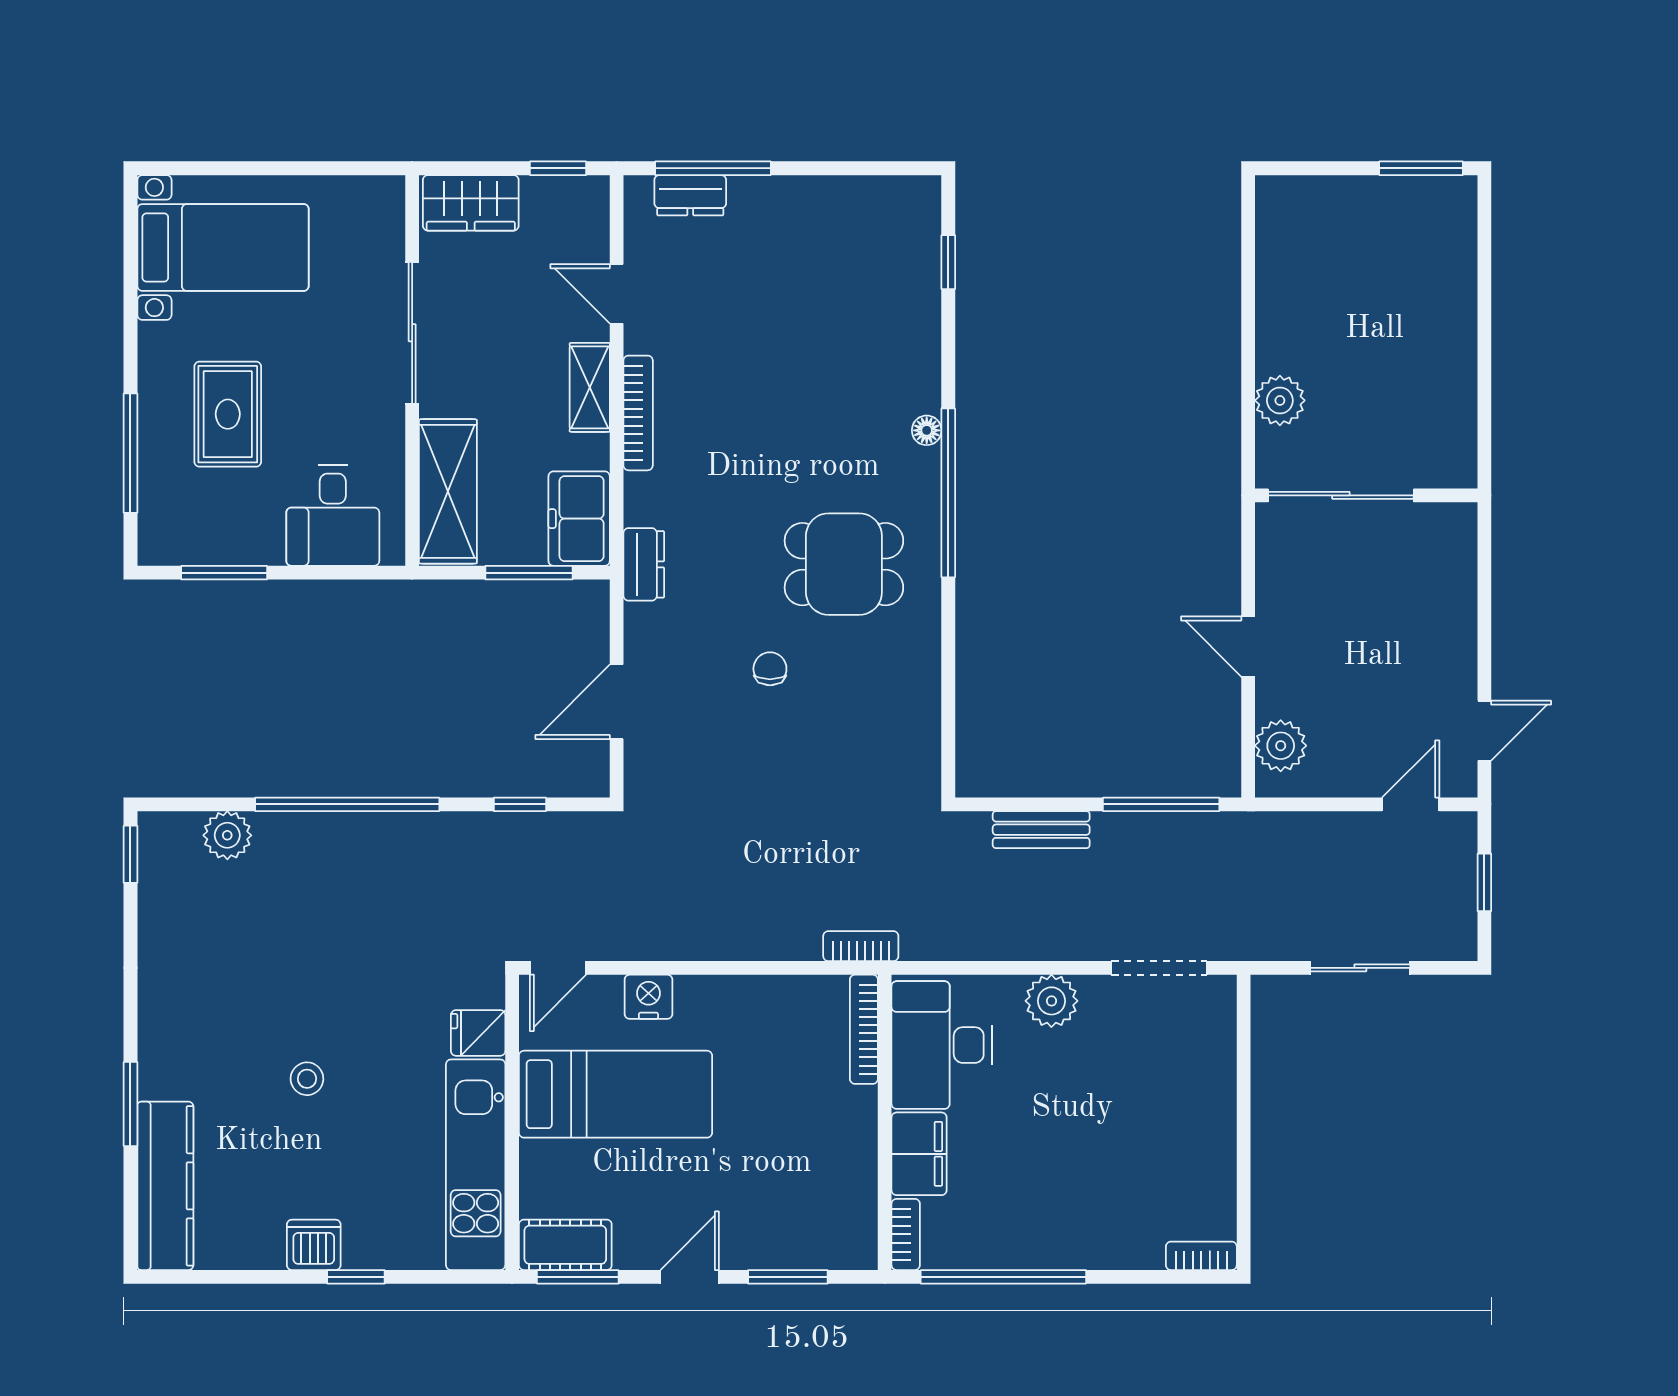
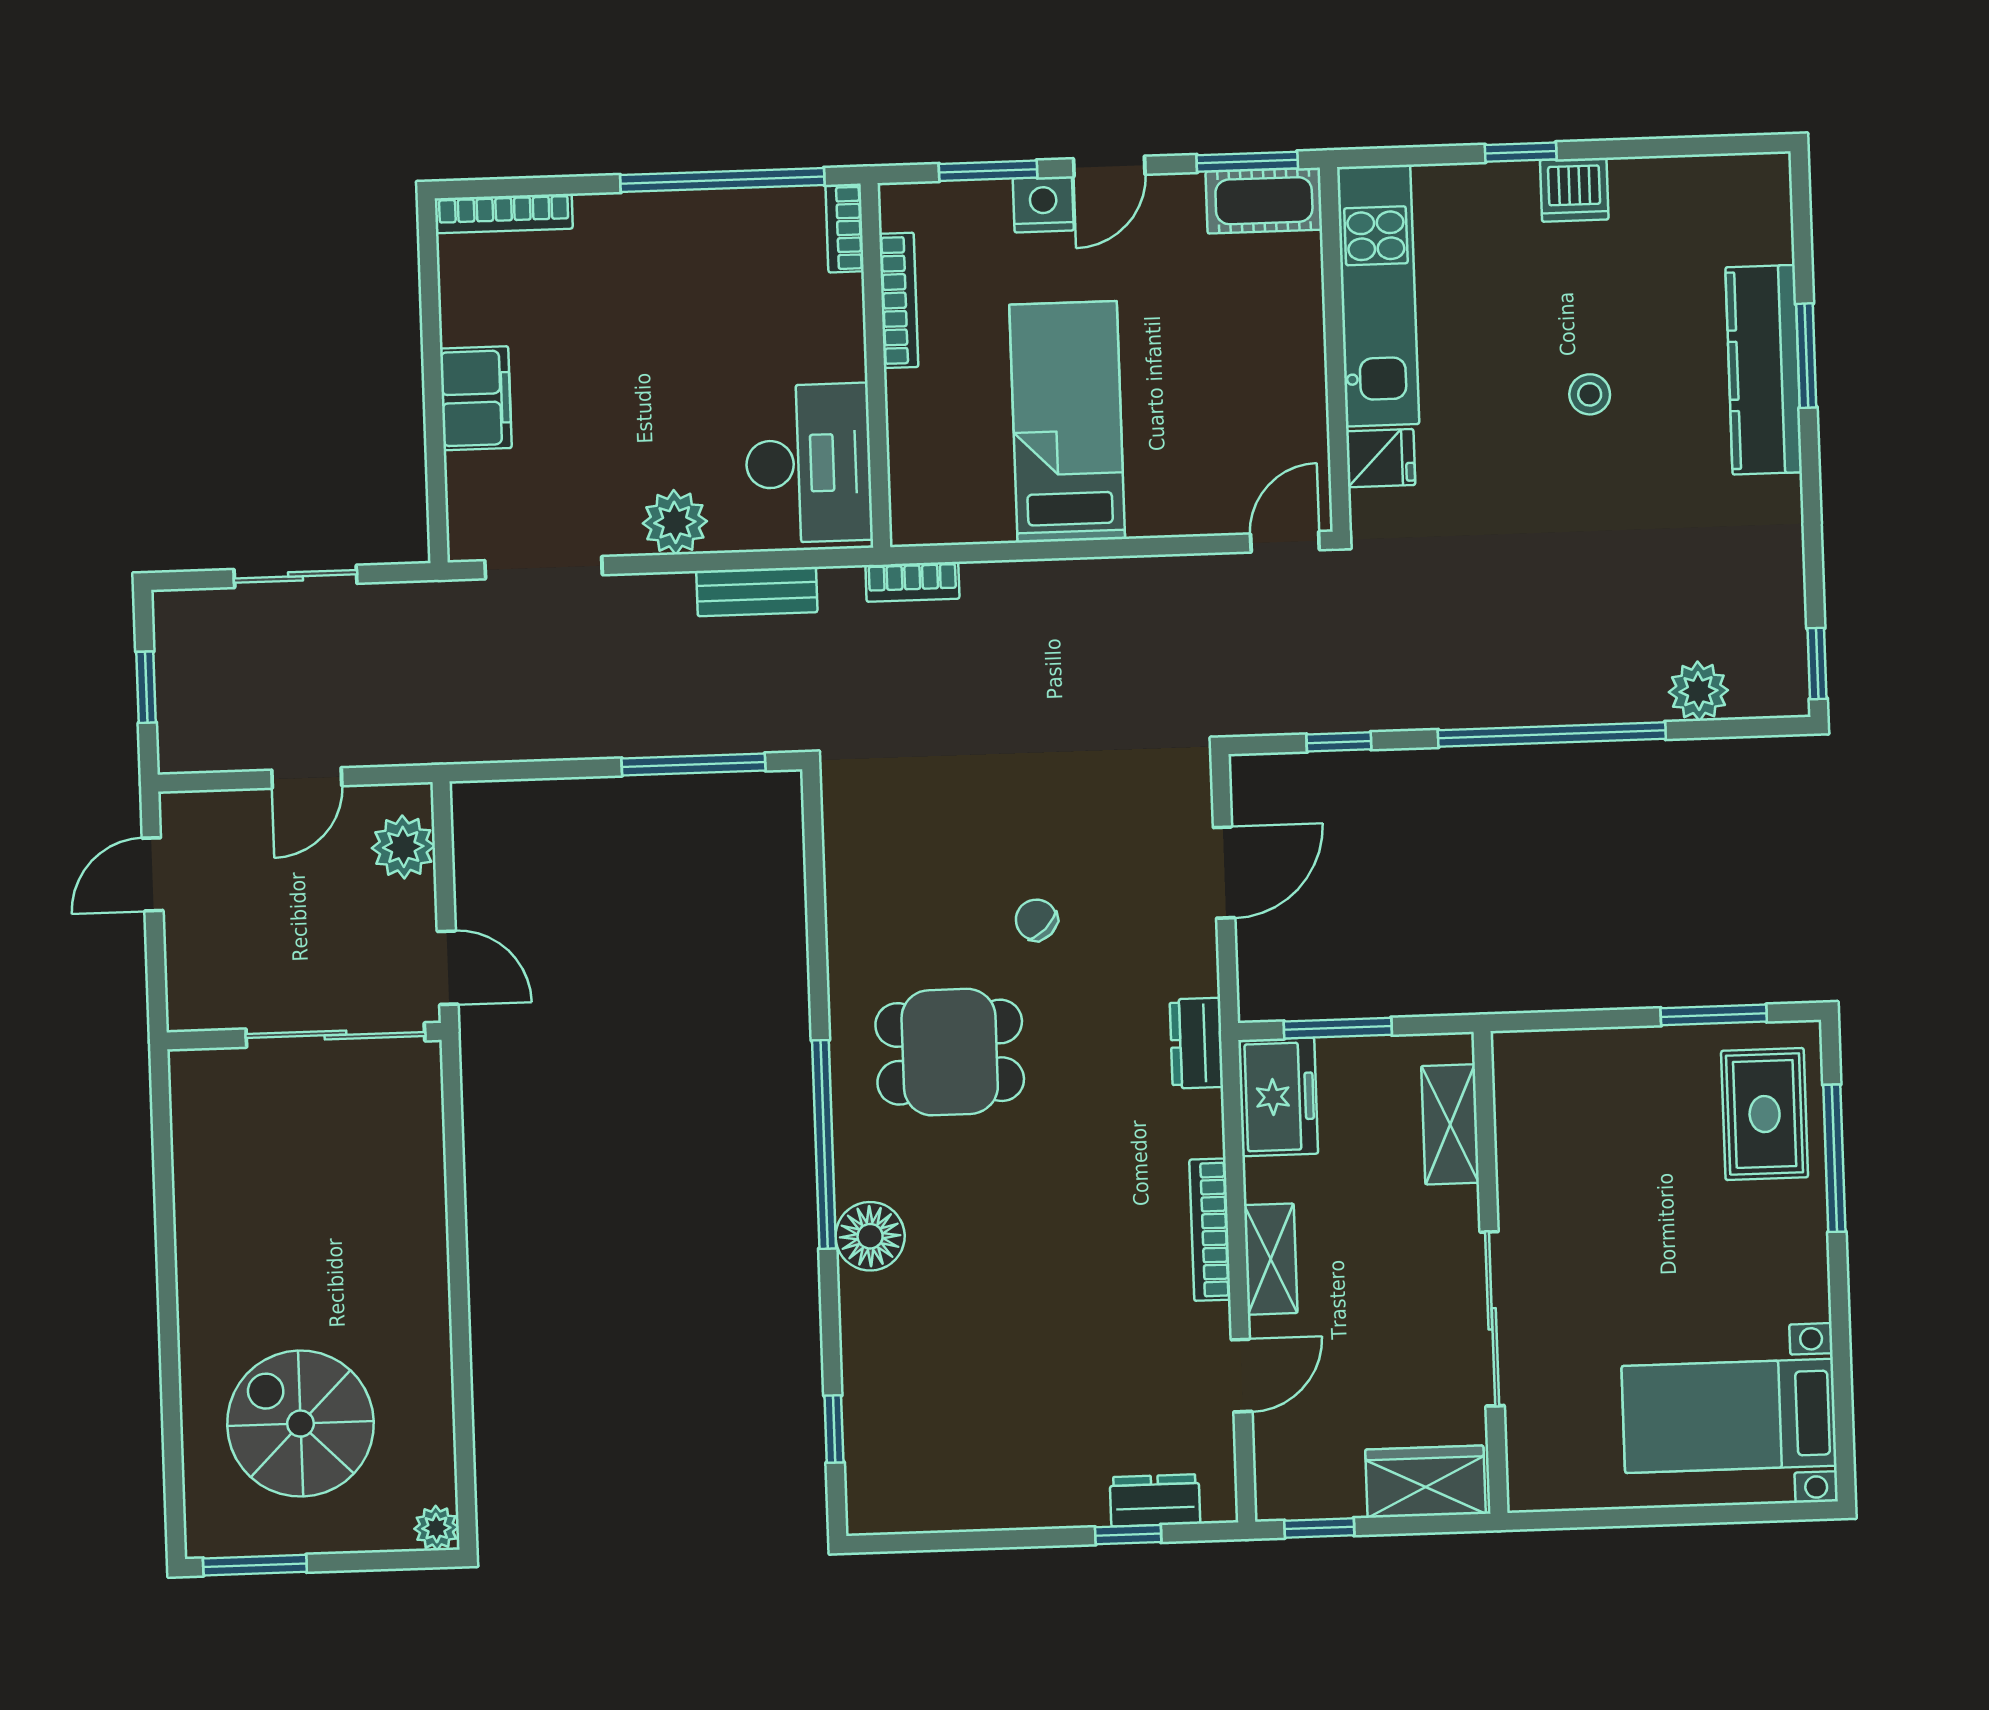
window: (713, 168) -> (1128, 1535), width x0.46
spiral stairs: (1380, 282) -> (300, 1424), added
door: (617, 294) -> (1242, 1376), hinge flipped
plant: (1280, 400) -> (436, 1528), moved, width x0.73, depth x0.73
rug: (228, 414) -> (1765, 1114), moved
floor lamp: (927, 430) -> (870, 1236), width x1.89, depth x1.89
shelving: (448, 491) -> (1450, 1124), width x0.67, depth x0.75
sliding door: (1341, 495) -> (335, 1035), moved
wall: (1366, 495) -> (304, 1036), moved
desk: (333, 516) -> (1582, 1090), removed
chair: (770, 669) -> (1036, 920), turned 136
window: (1161, 804) -> (694, 764), moved
door: (1411, 804) -> (307, 778), moved
bench: (1041, 830) -> (757, 592), moved
nightstand: (648, 997) -> (1043, 204), moved, turned 180
bookcase: (864, 1029) -> (899, 300), moved
bed: (616, 1094) -> (1067, 422), moved, turned 90
filing cabinet: (919, 1154) -> (476, 398), moved, turned 180
kitchen counter: (165, 1186) -> (1764, 370), moved
bookcase: (1201, 1256) -> (504, 214), width x1.56

